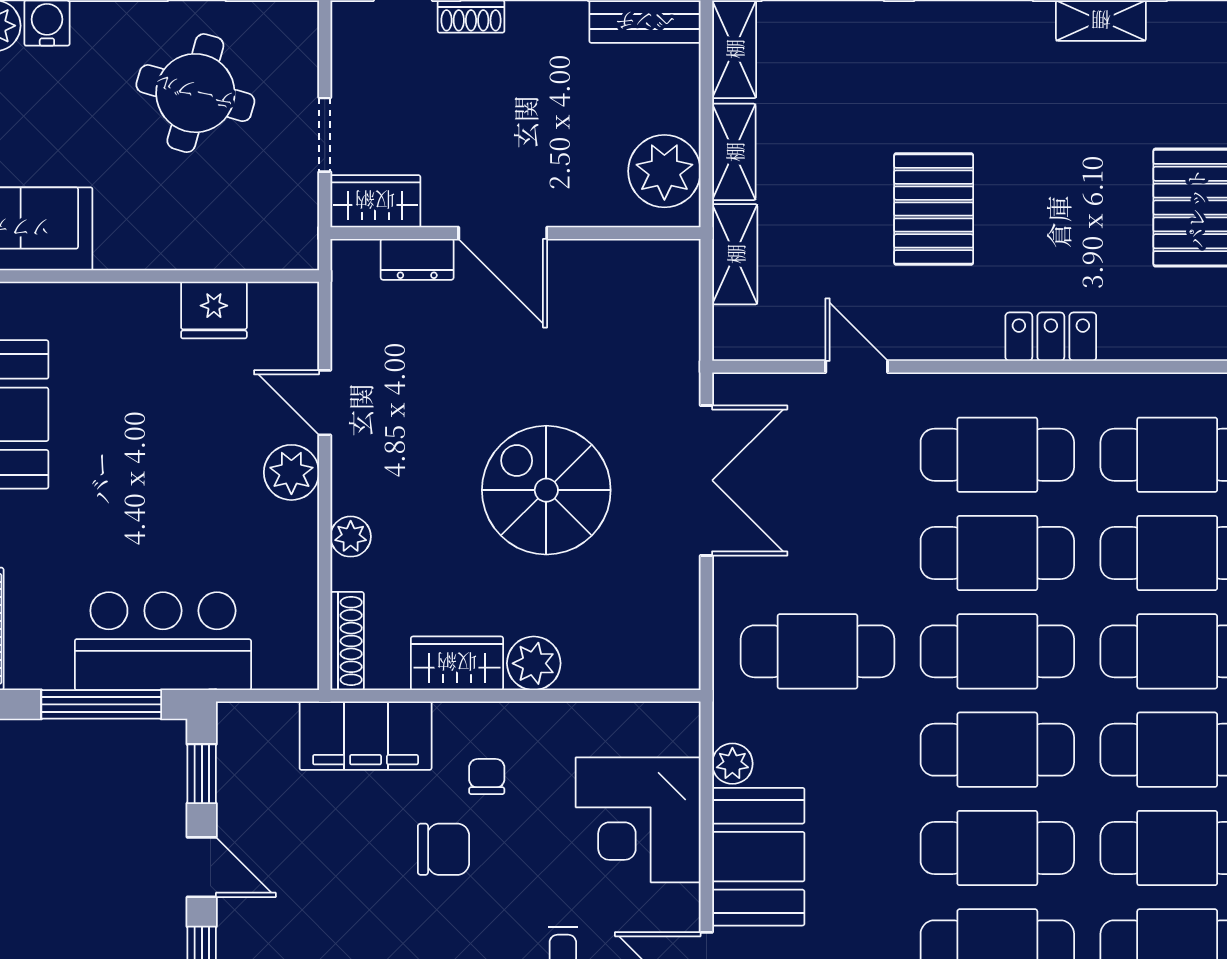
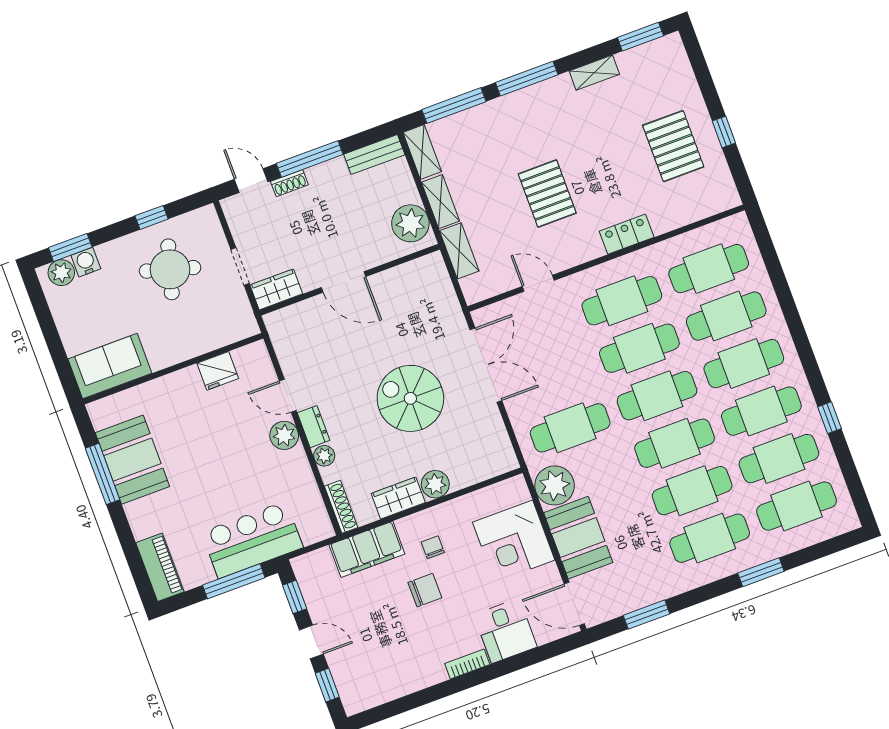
dresser: (417, 259) -> (314, 427), moved, turned -90
plant: (732, 764) -> (555, 485), width x1.88, depth x1.88

